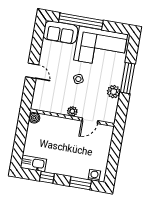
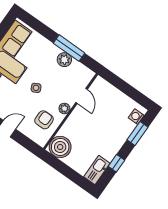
window: (128, 78) -> (69, 48), moved
armchair: (55, 99) -> (44, 120), added
boiler: (34, 118) -> (60, 147), width x1.86, depth x1.86

